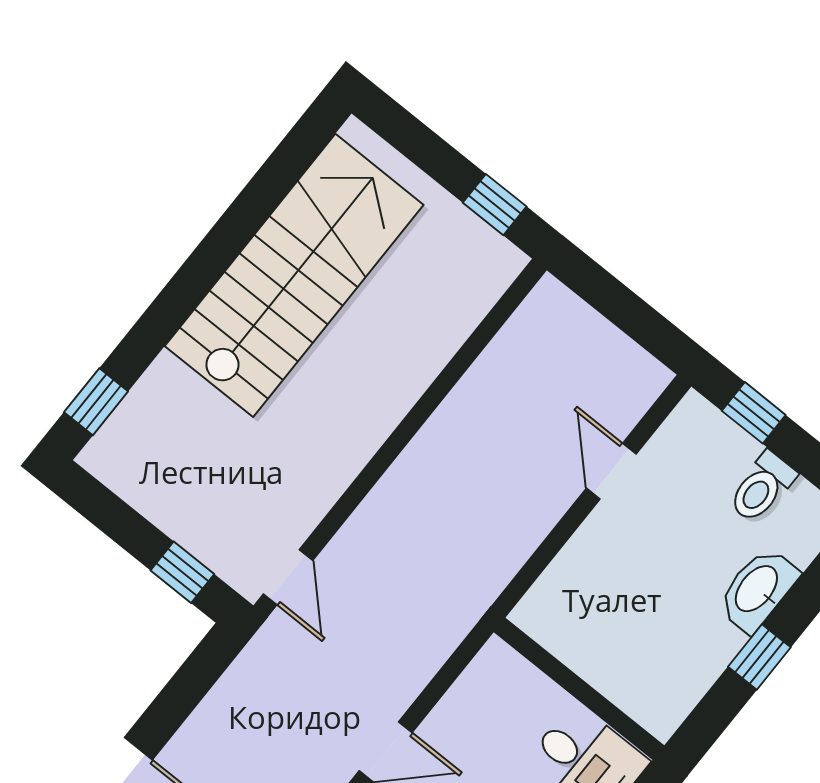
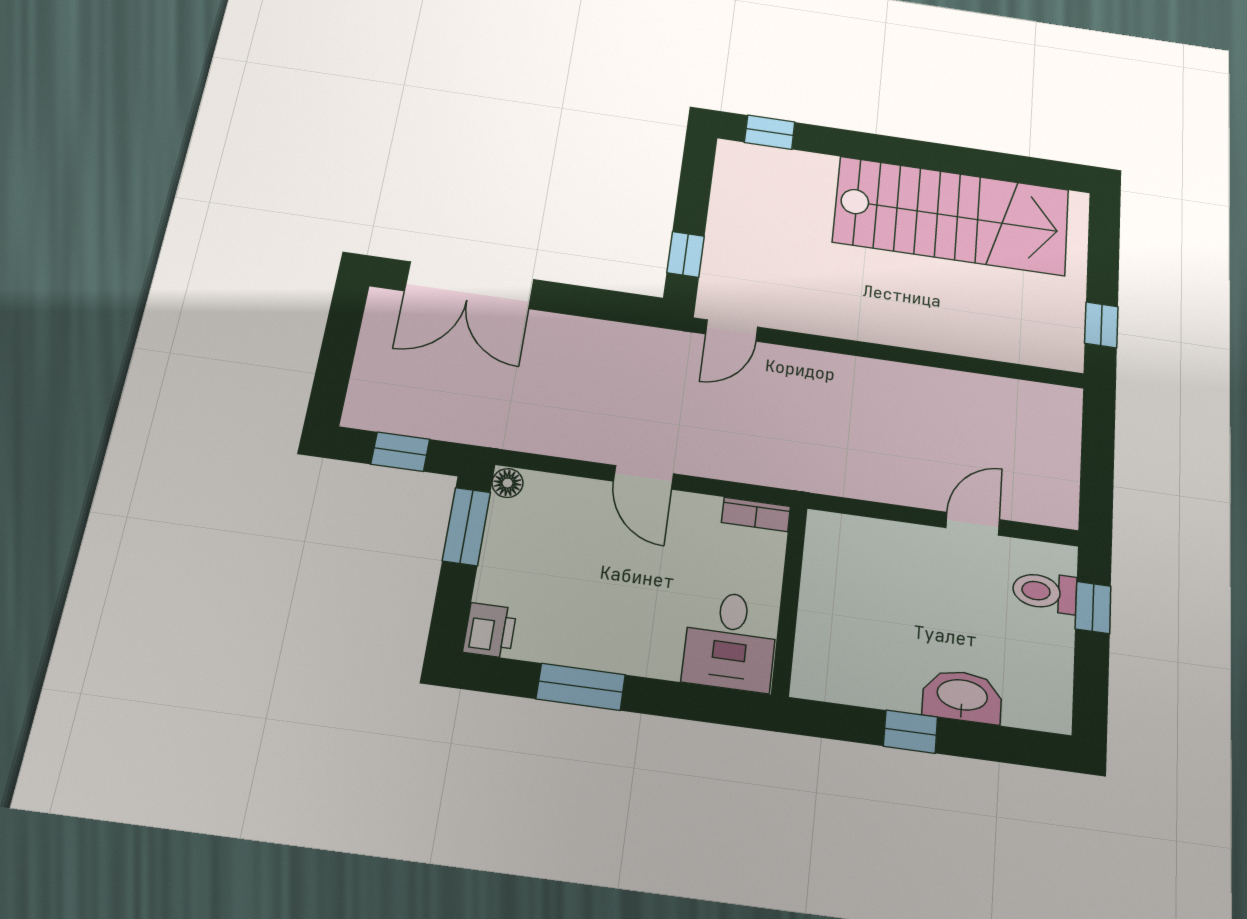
toilet: (762, 487) -> (1045, 592), moved
bookcase: (482, 669) -> (756, 514), added

